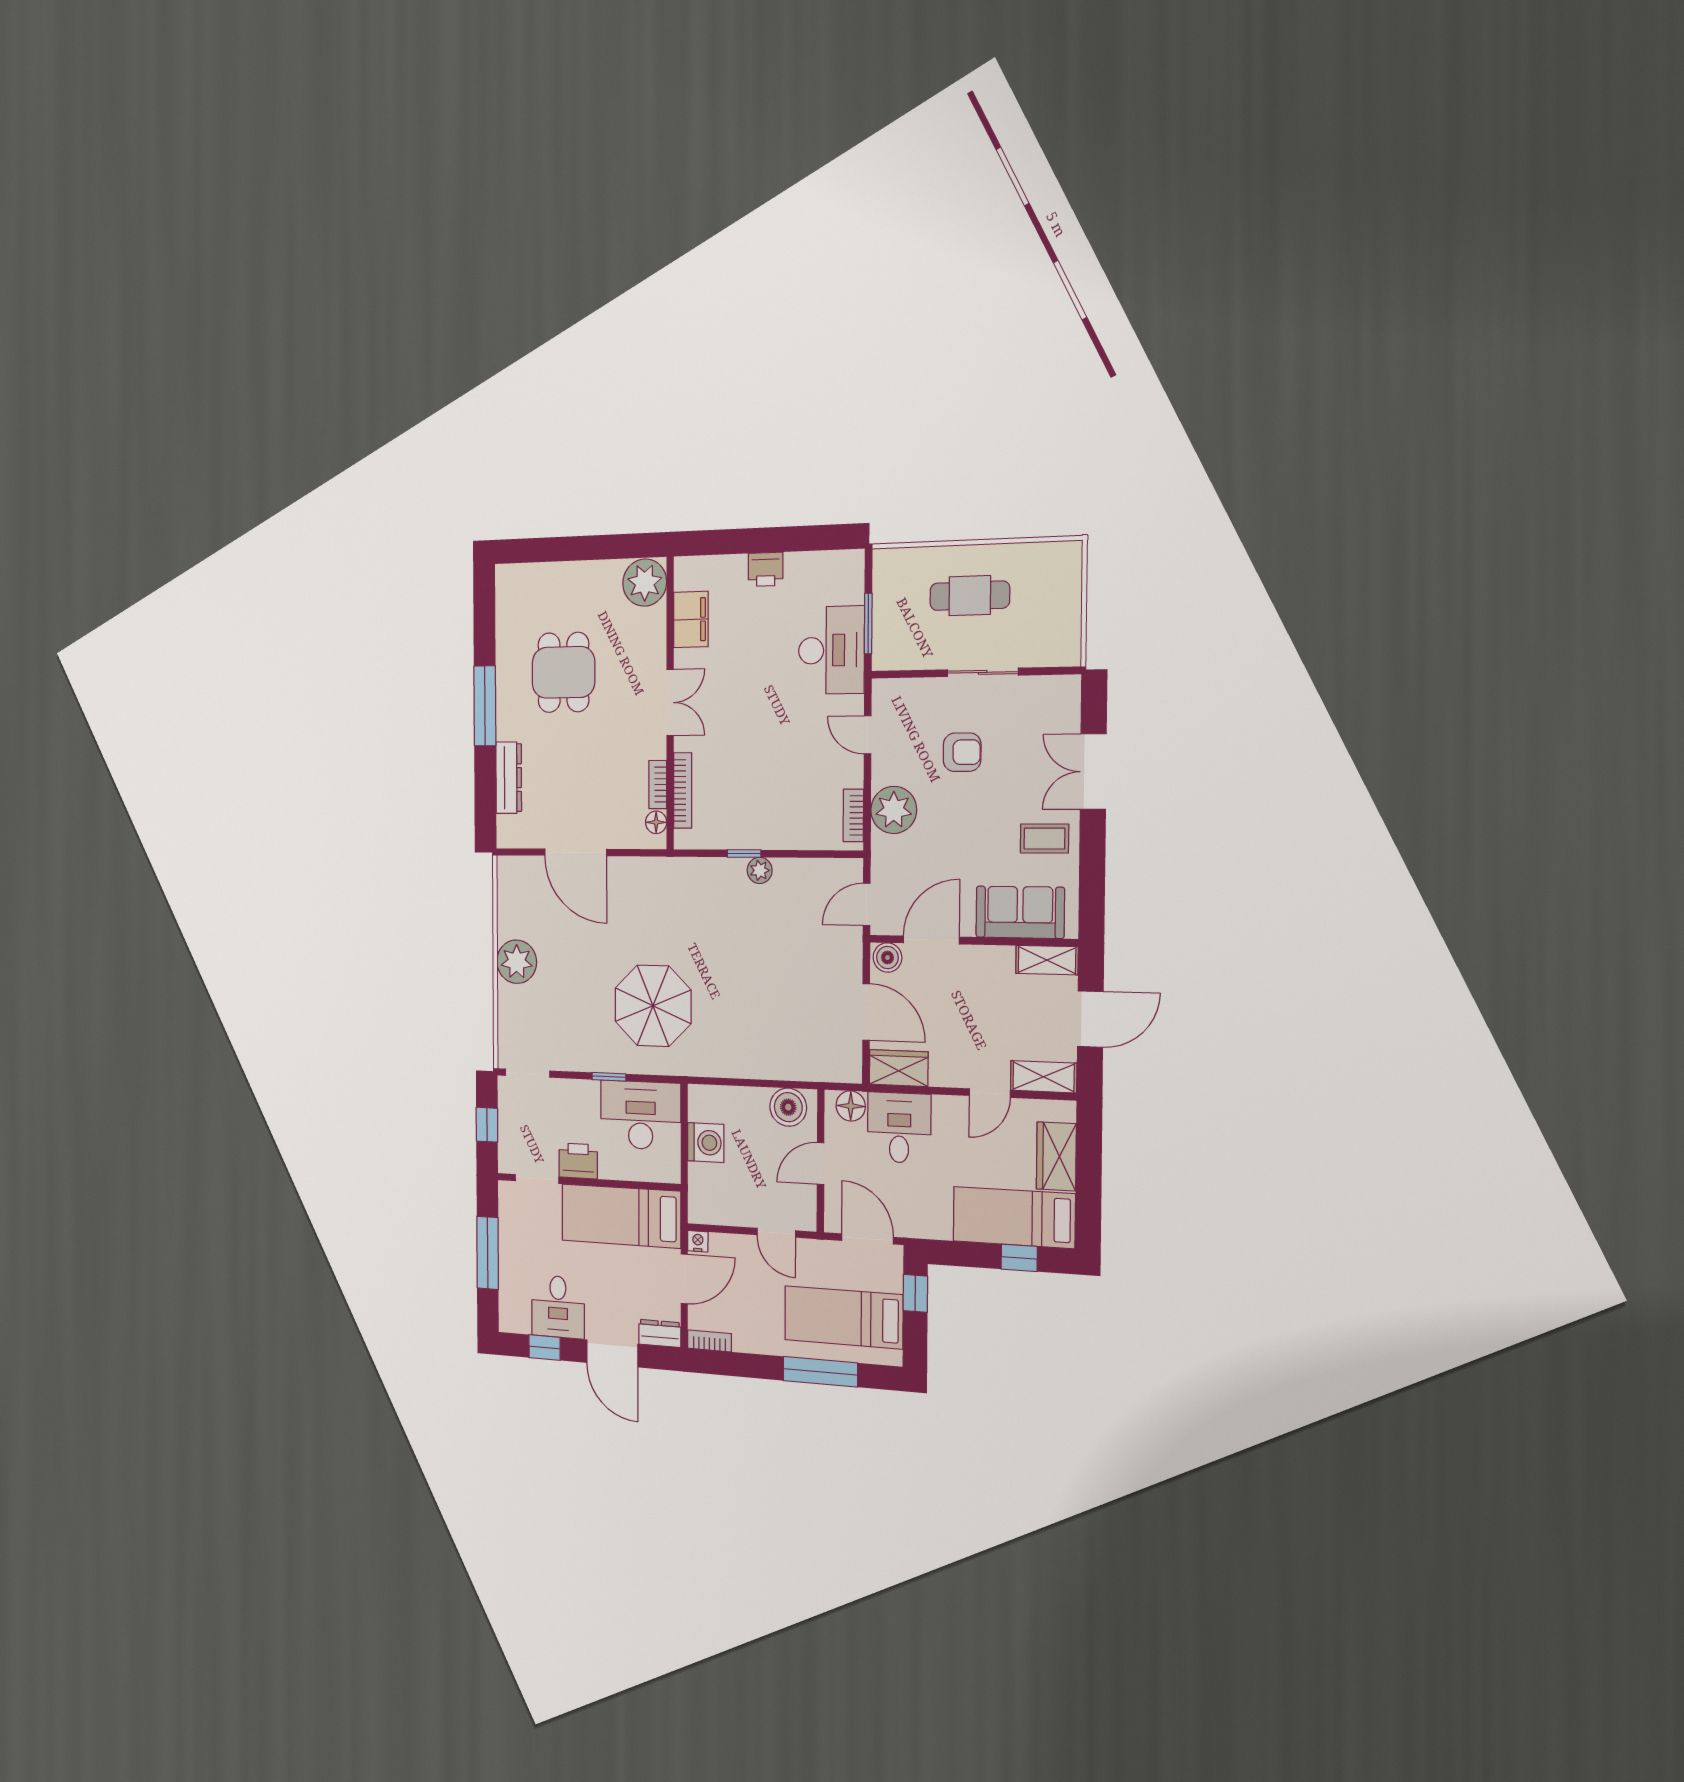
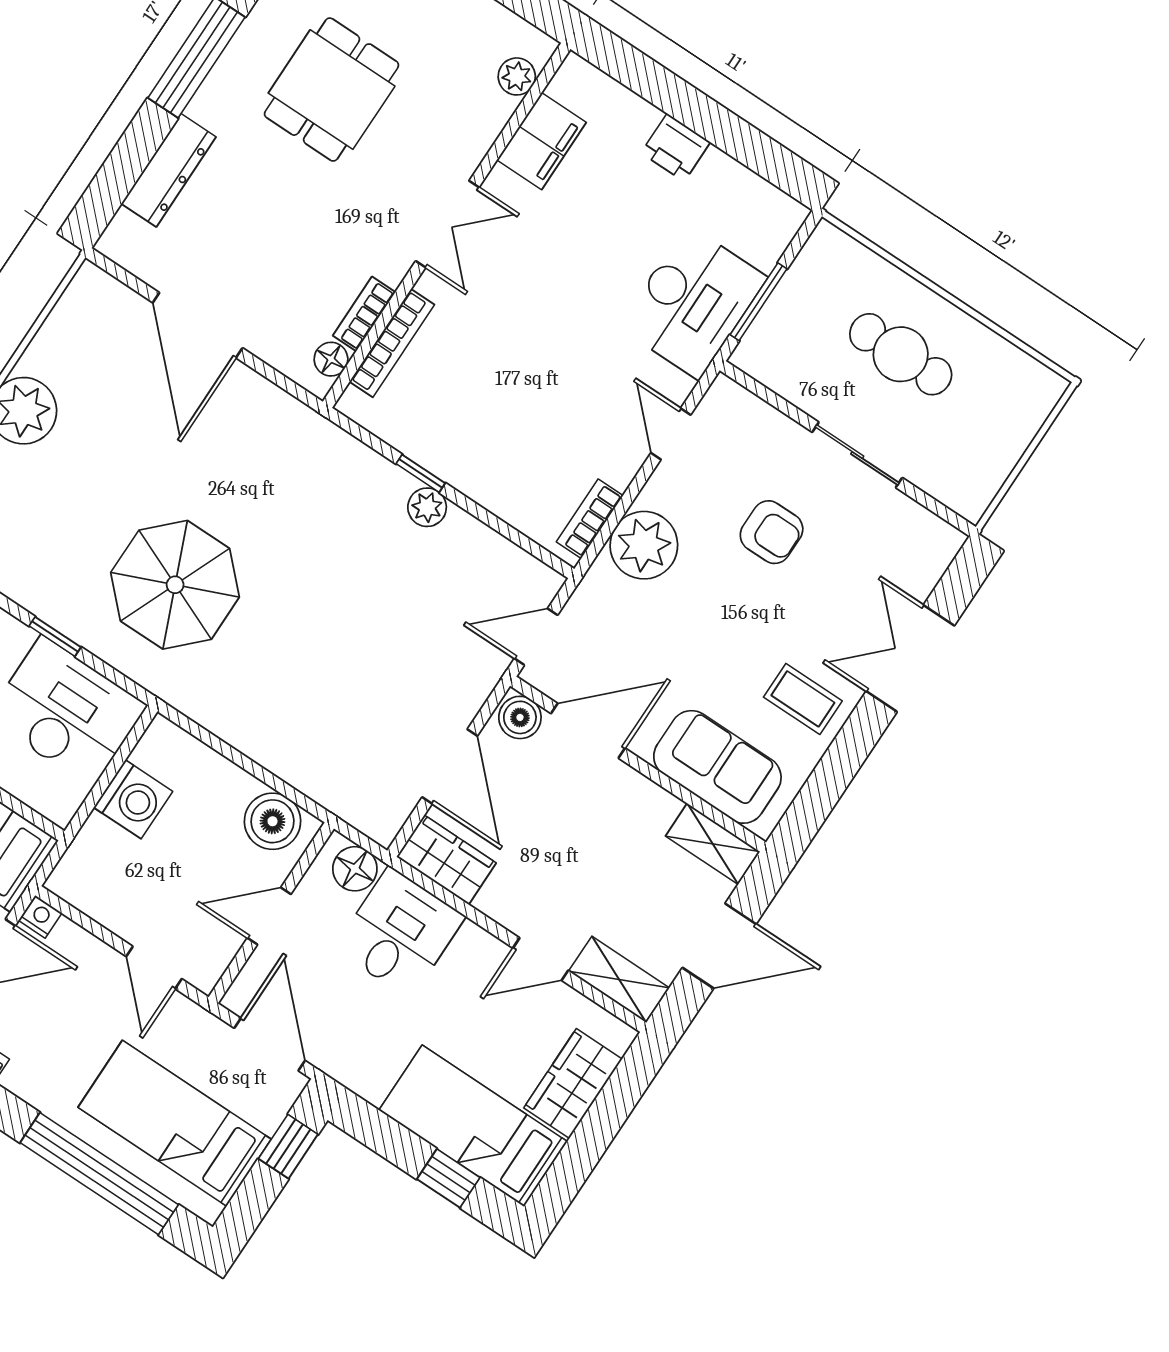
plant: (645, 583) -> (517, 76), width x0.53, depth x0.53
window: (820, 1372) -> (99, 1174), width x1.46

